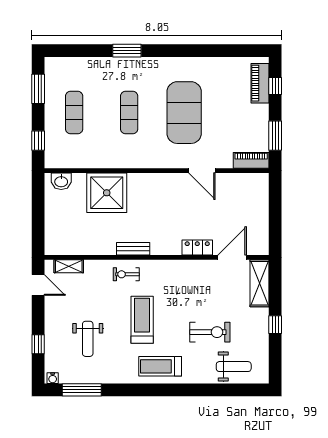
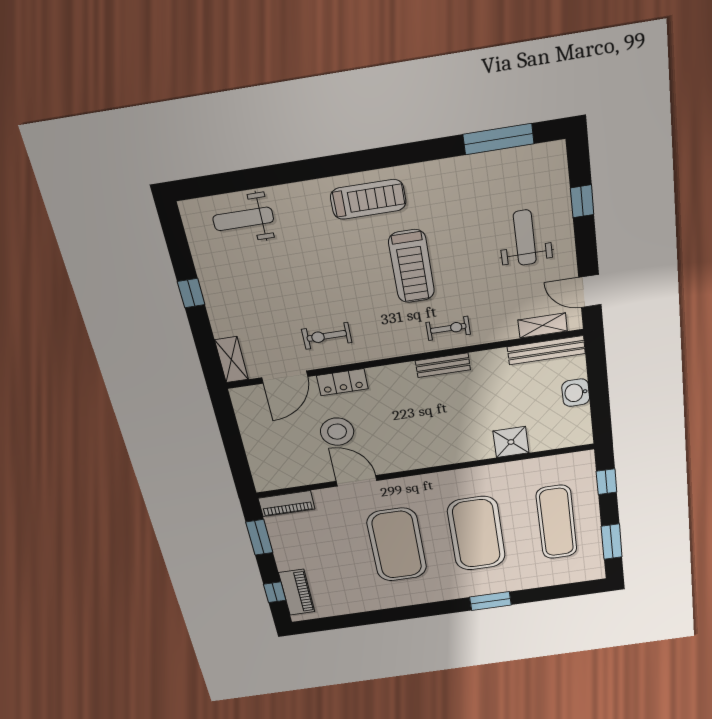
exercise mat: (74, 113) -> (557, 522), width x1.36, depth x1.45
exercise mat: (129, 113) -> (476, 534), width x2.00, depth x1.45
washbasin: (61, 181) -> (576, 393), moved, turned -90
shower: (107, 193) -> (511, 442), width x0.54, depth x0.54
stool: (207, 211) -> (337, 432), added
bench: (68, 248) -> (546, 350), added
shelving: (260, 283) -> (232, 360), width x0.67, depth x0.75
exercise bike: (210, 332) -> (327, 336), moved, width x0.73, depth x0.72
weight bench: (88, 339) -> (525, 238), moved
water cooler: (53, 378) -> (552, 150), removed

